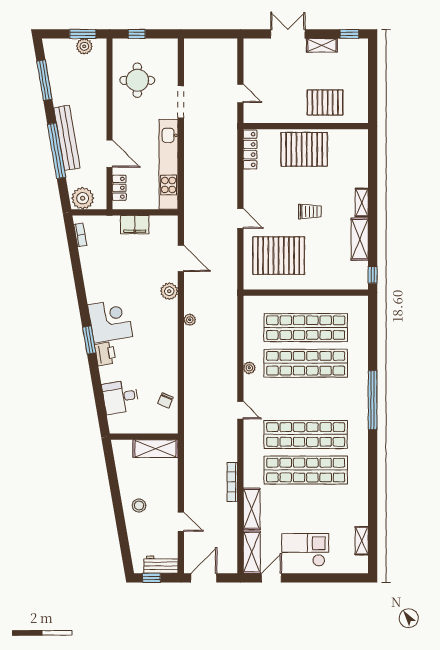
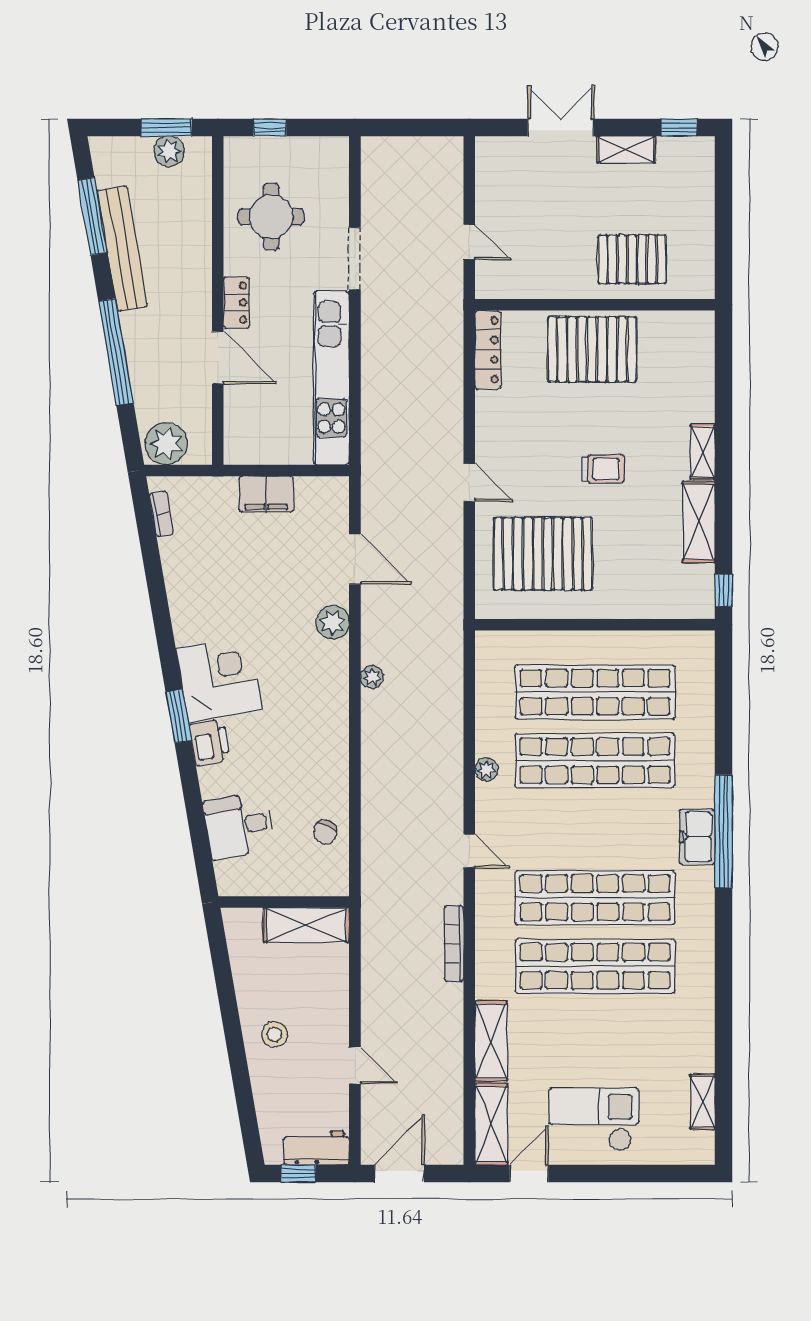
bench: (67, 138) -> (122, 248), moved
locker: (119, 188) -> (236, 303), moved
freezer: (359, 403) -> (697, 837), added
bookcase: (232, 482) -> (454, 943), moved

